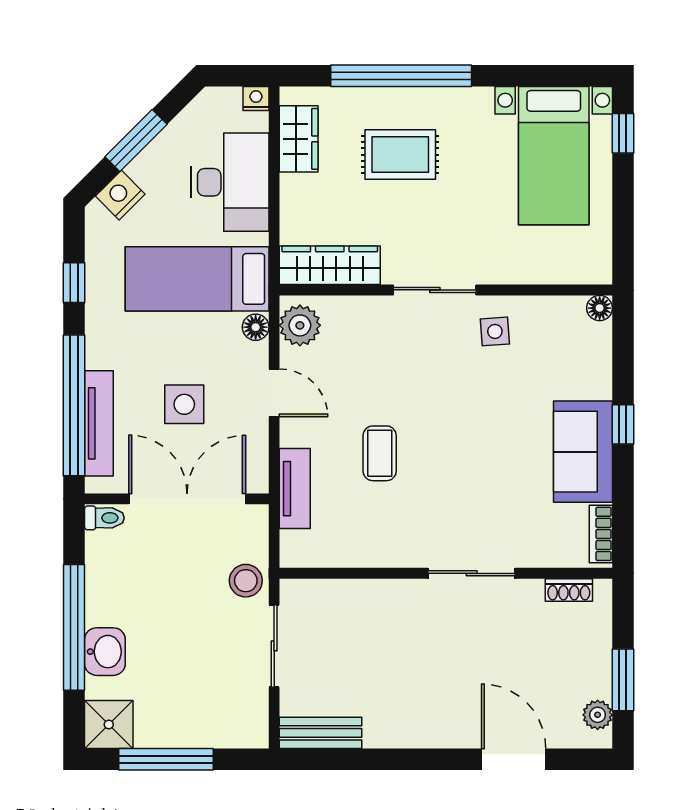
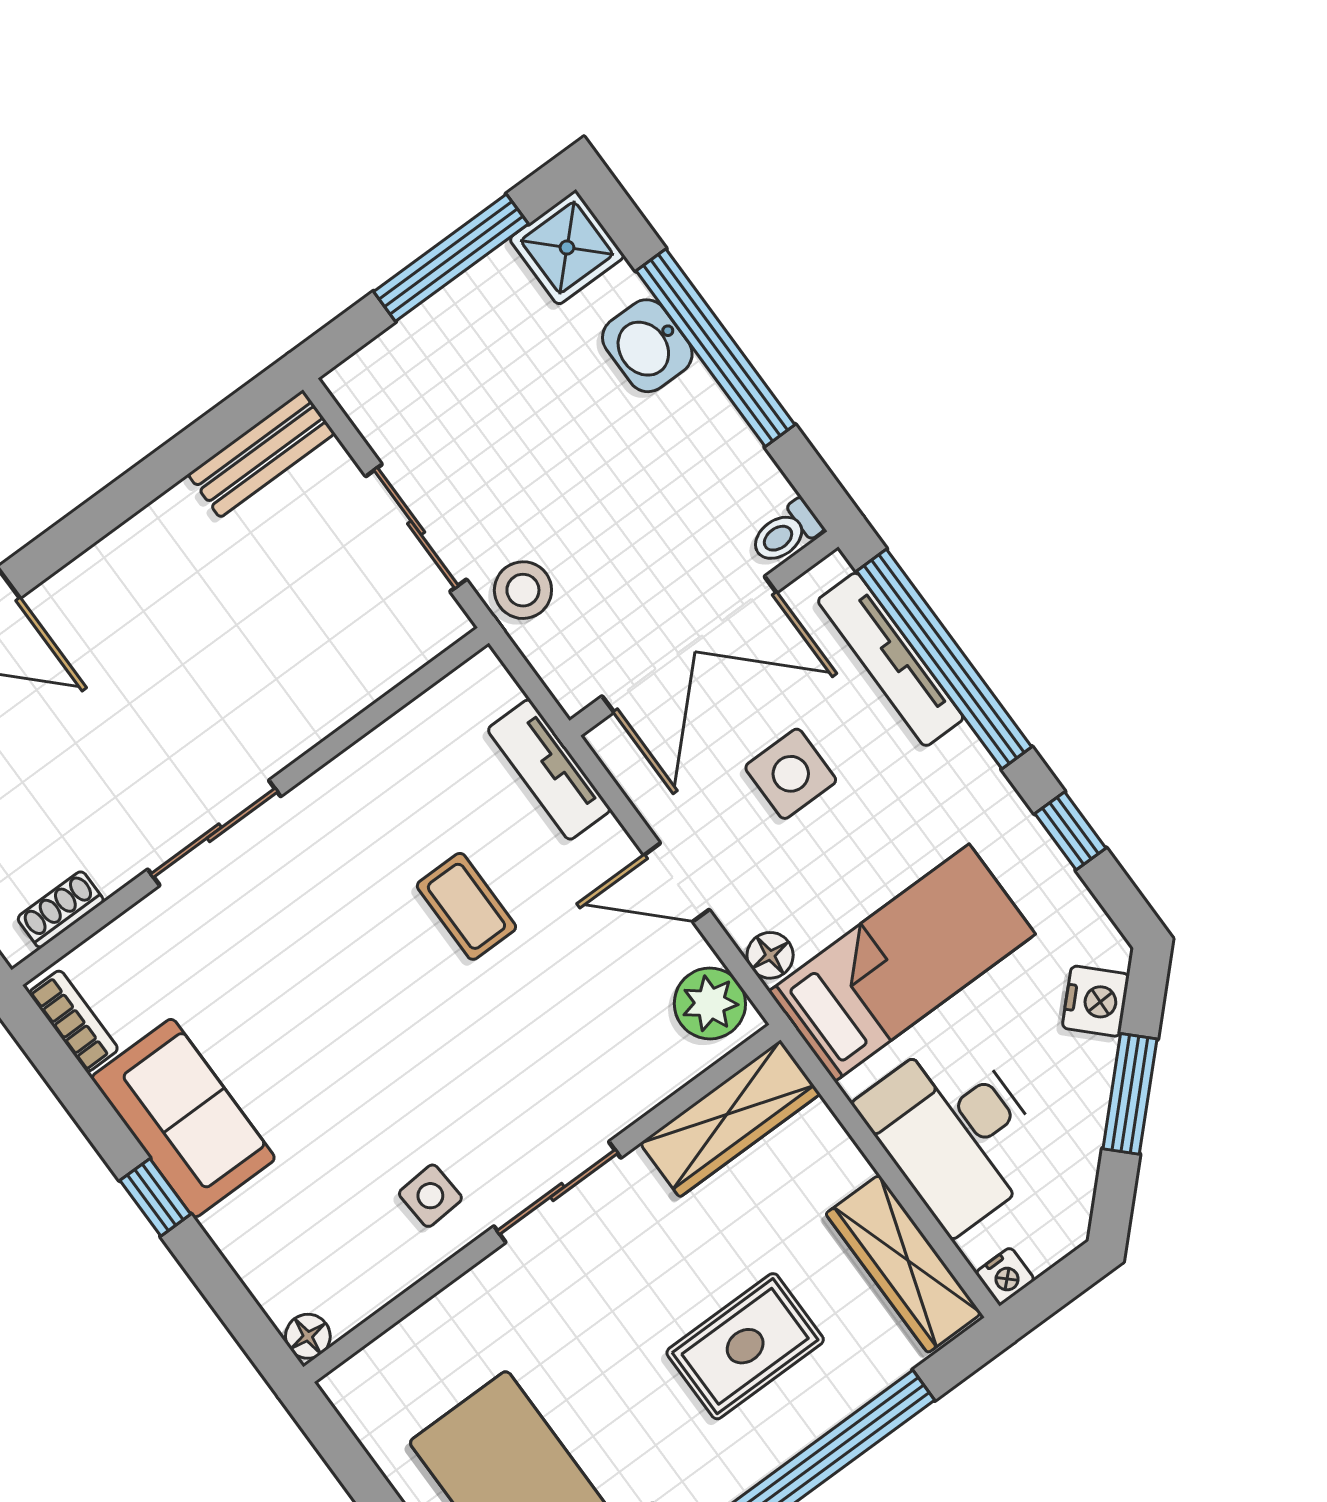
wardrobe: (299, 139) -> (904, 1264), width x1.50

